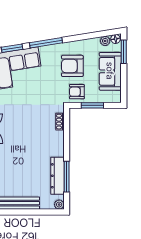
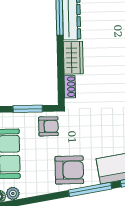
armchair: (72, 66) -> (69, 170), moved
wardrobe: (57, 144) -> (73, 58), added

